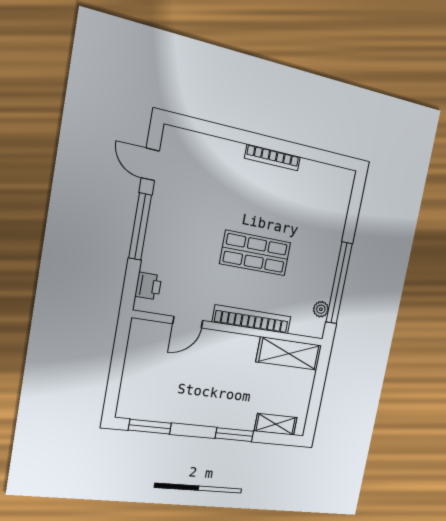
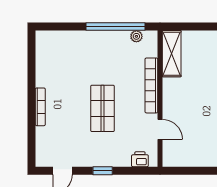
bookcase: (273, 158) -> (40, 107), moved
window: (140, 227) -> (103, 171), width x0.46
shop shelf: (255, 253) -> (102, 108), moved

